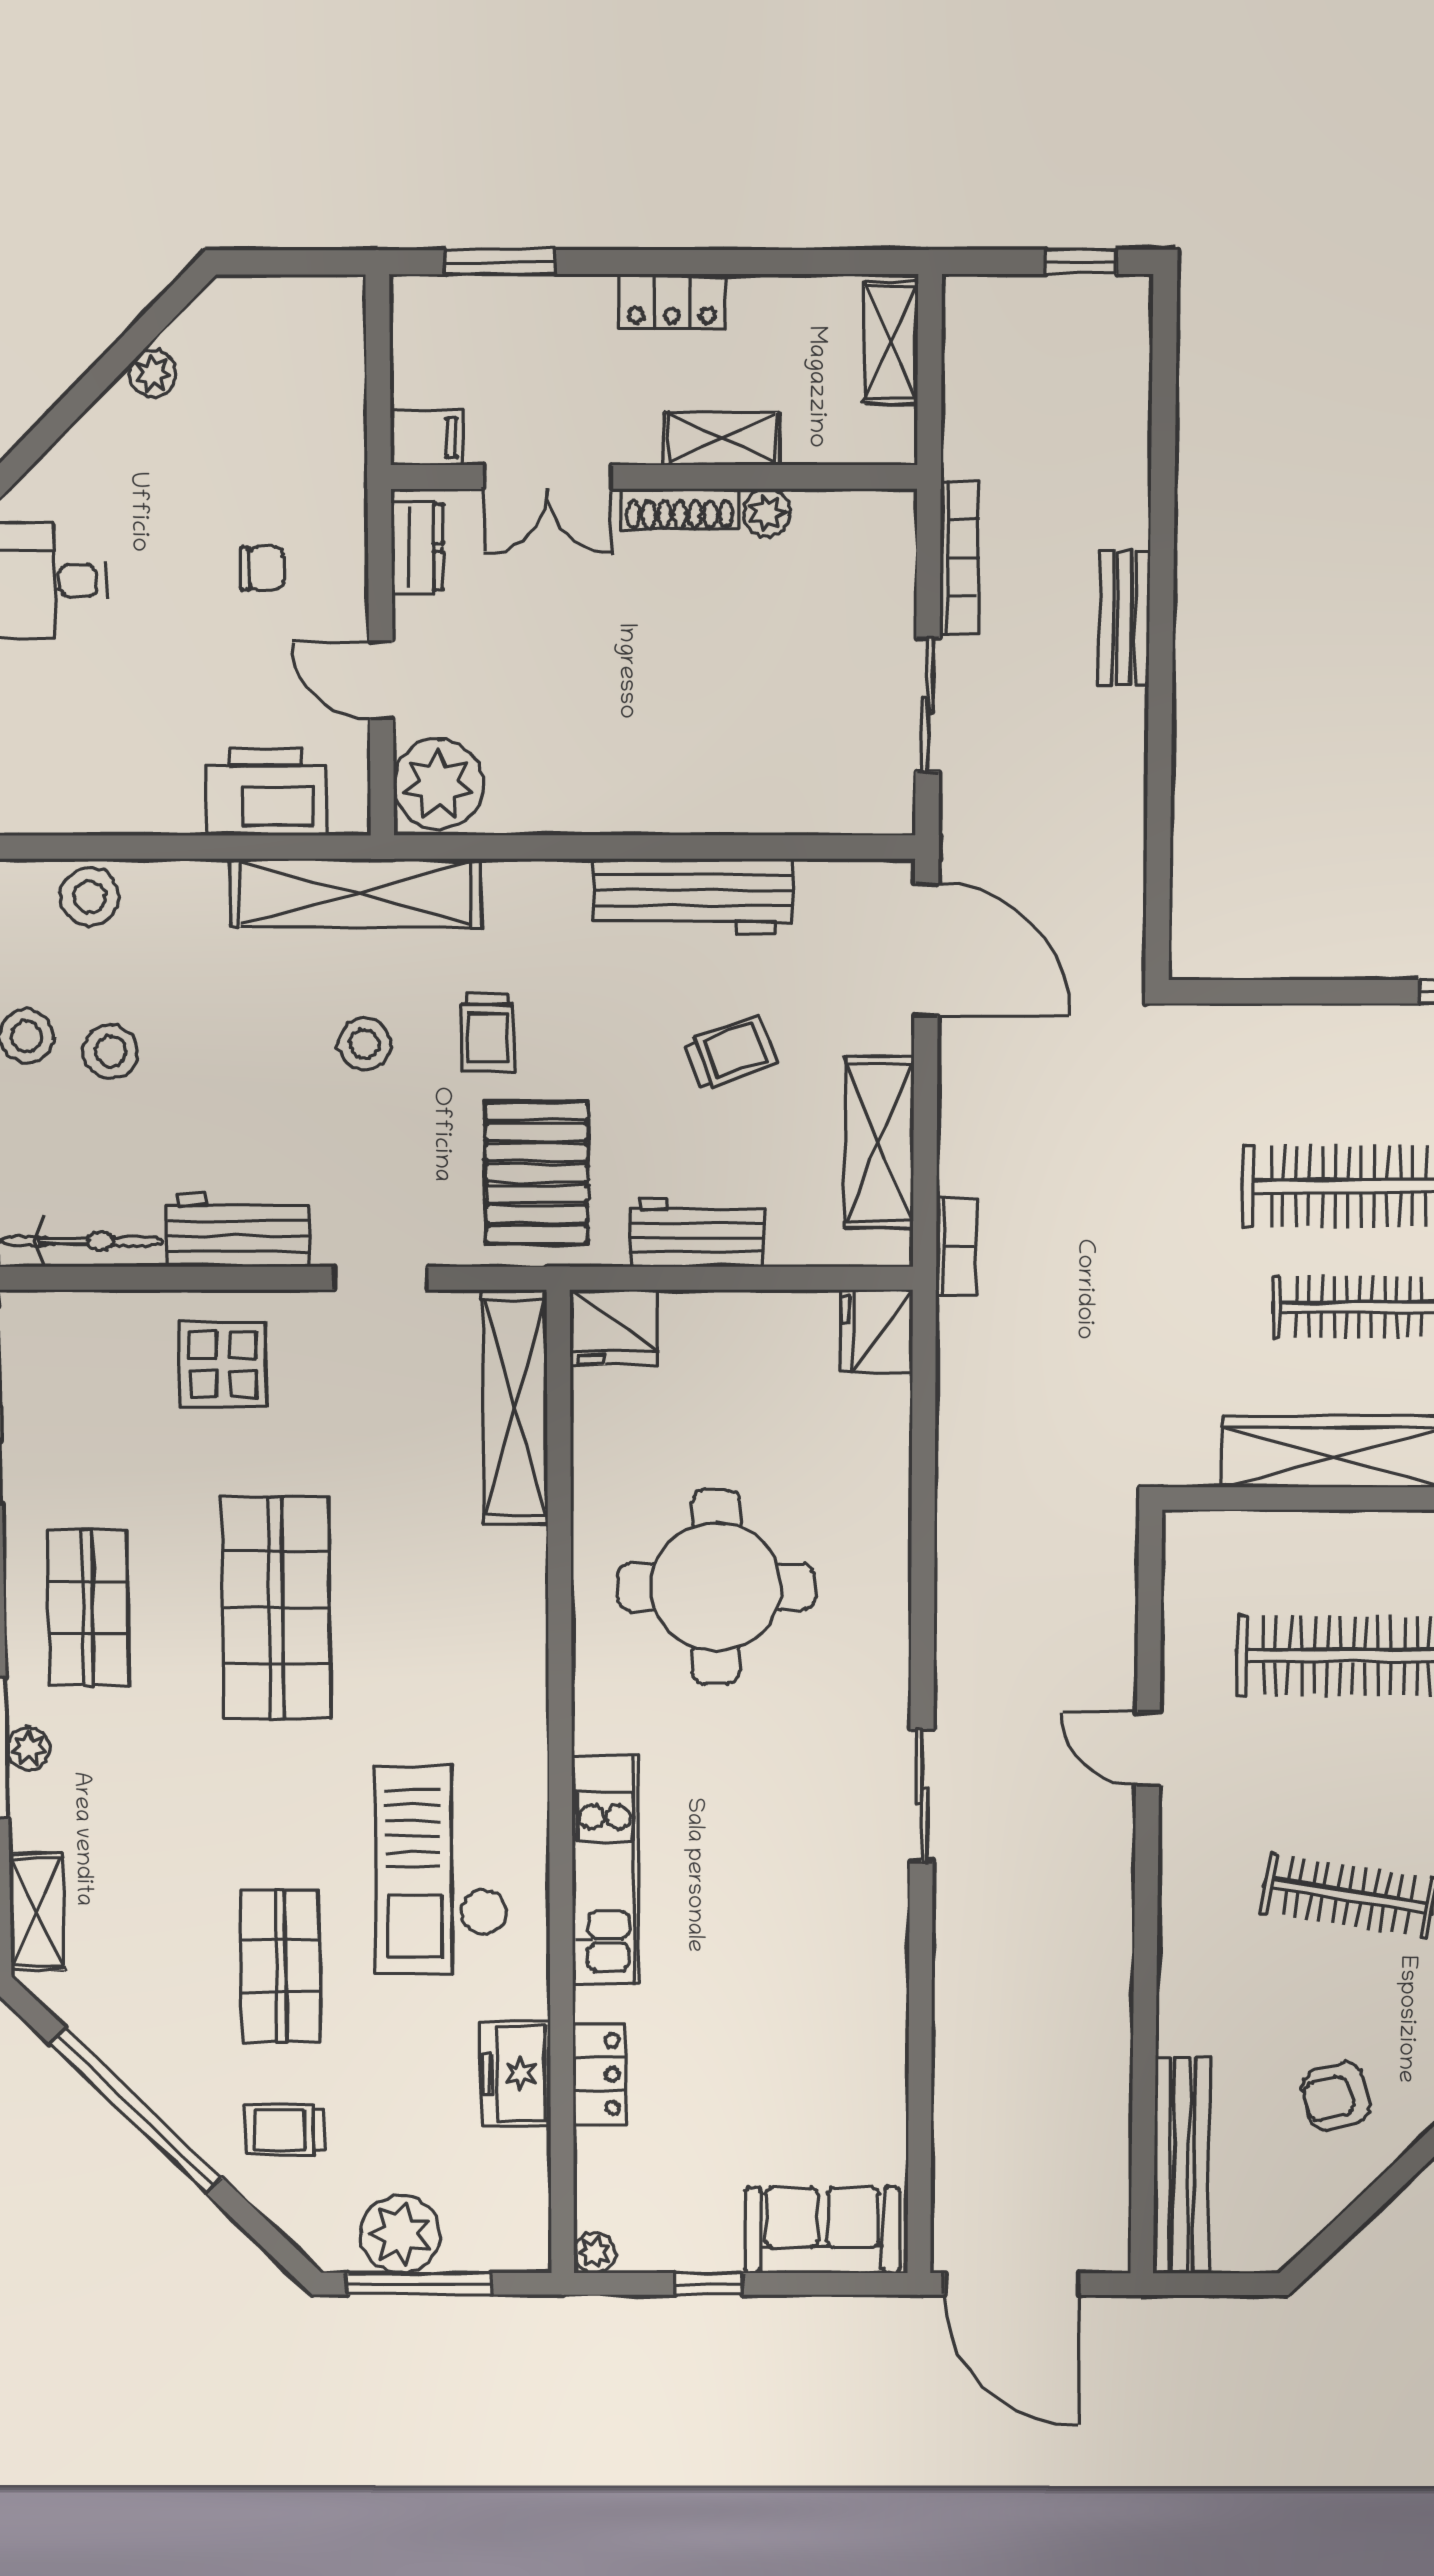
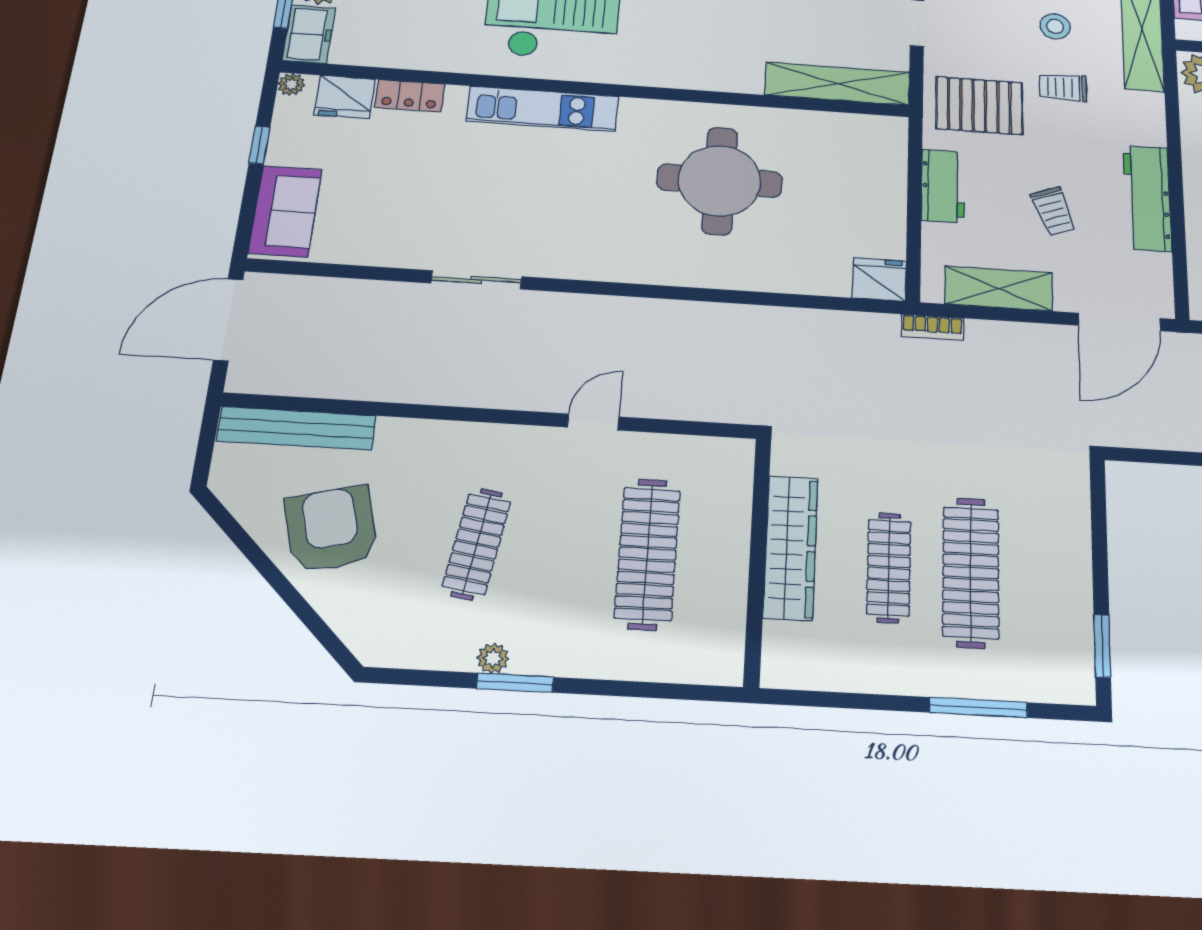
fridge: (614, 1327) -> (345, 97), moved, turned -90
sliding door: (922, 1796) -> (476, 280), moved
freezer: (516, 2074) -> (309, 34), moved, turned 90
armchair: (1336, 2097) -> (331, 529), width x1.88, depth x1.88

